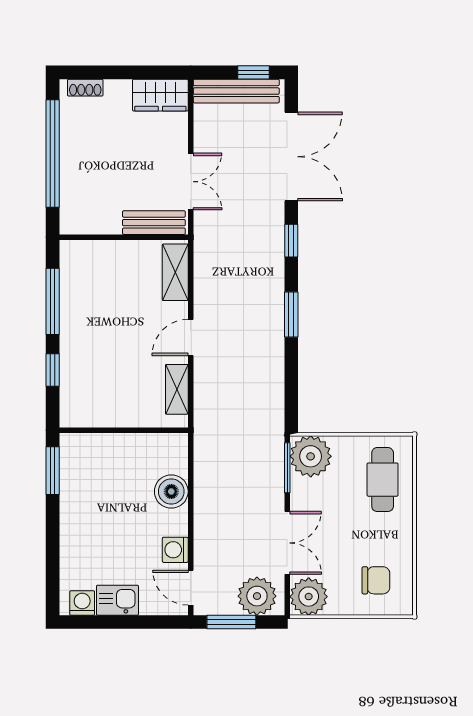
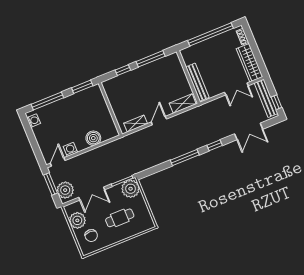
wardrobe: (160, 95) -> (250, 63), width x1.50
double door: (291, 157) -> (249, 131), width x0.73
double door: (191, 182) -> (236, 89), moved
bench: (154, 223) -> (197, 82), width x1.36
window: (291, 314) -> (185, 157), width x1.44
door: (191, 337) -> (159, 121), hinge flipped
cafe table: (383, 480) -> (120, 218), moved
window: (53, 557) -> (47, 101), added
plant: (309, 597) -> (77, 220), moved
kitchen sink: (117, 600) -> (41, 134), removed

